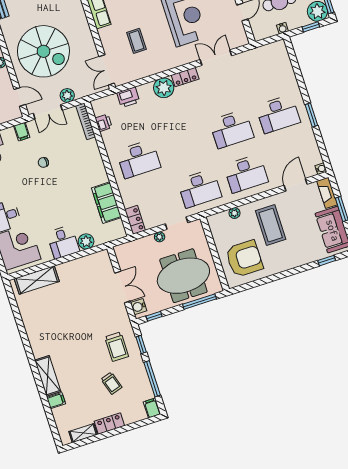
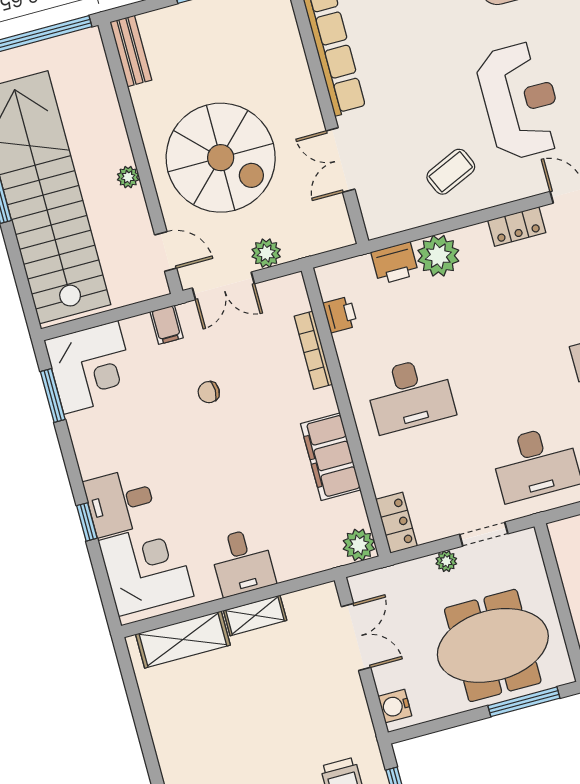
coffee table: (137, 41) -> (451, 172), moved, turned 66
double door: (107, 70) -> (340, 160), moved
plant: (164, 88) -> (438, 256), moved
bookcase: (86, 121) -> (313, 350), moved
filing cabinet: (106, 203) -> (331, 457), moved
plant: (86, 241) -> (359, 545), moved
shelving: (70, 267) -> (255, 615), added
double door: (123, 287) -> (356, 637), moved
window: (154, 316) -> (427, 728), removed

